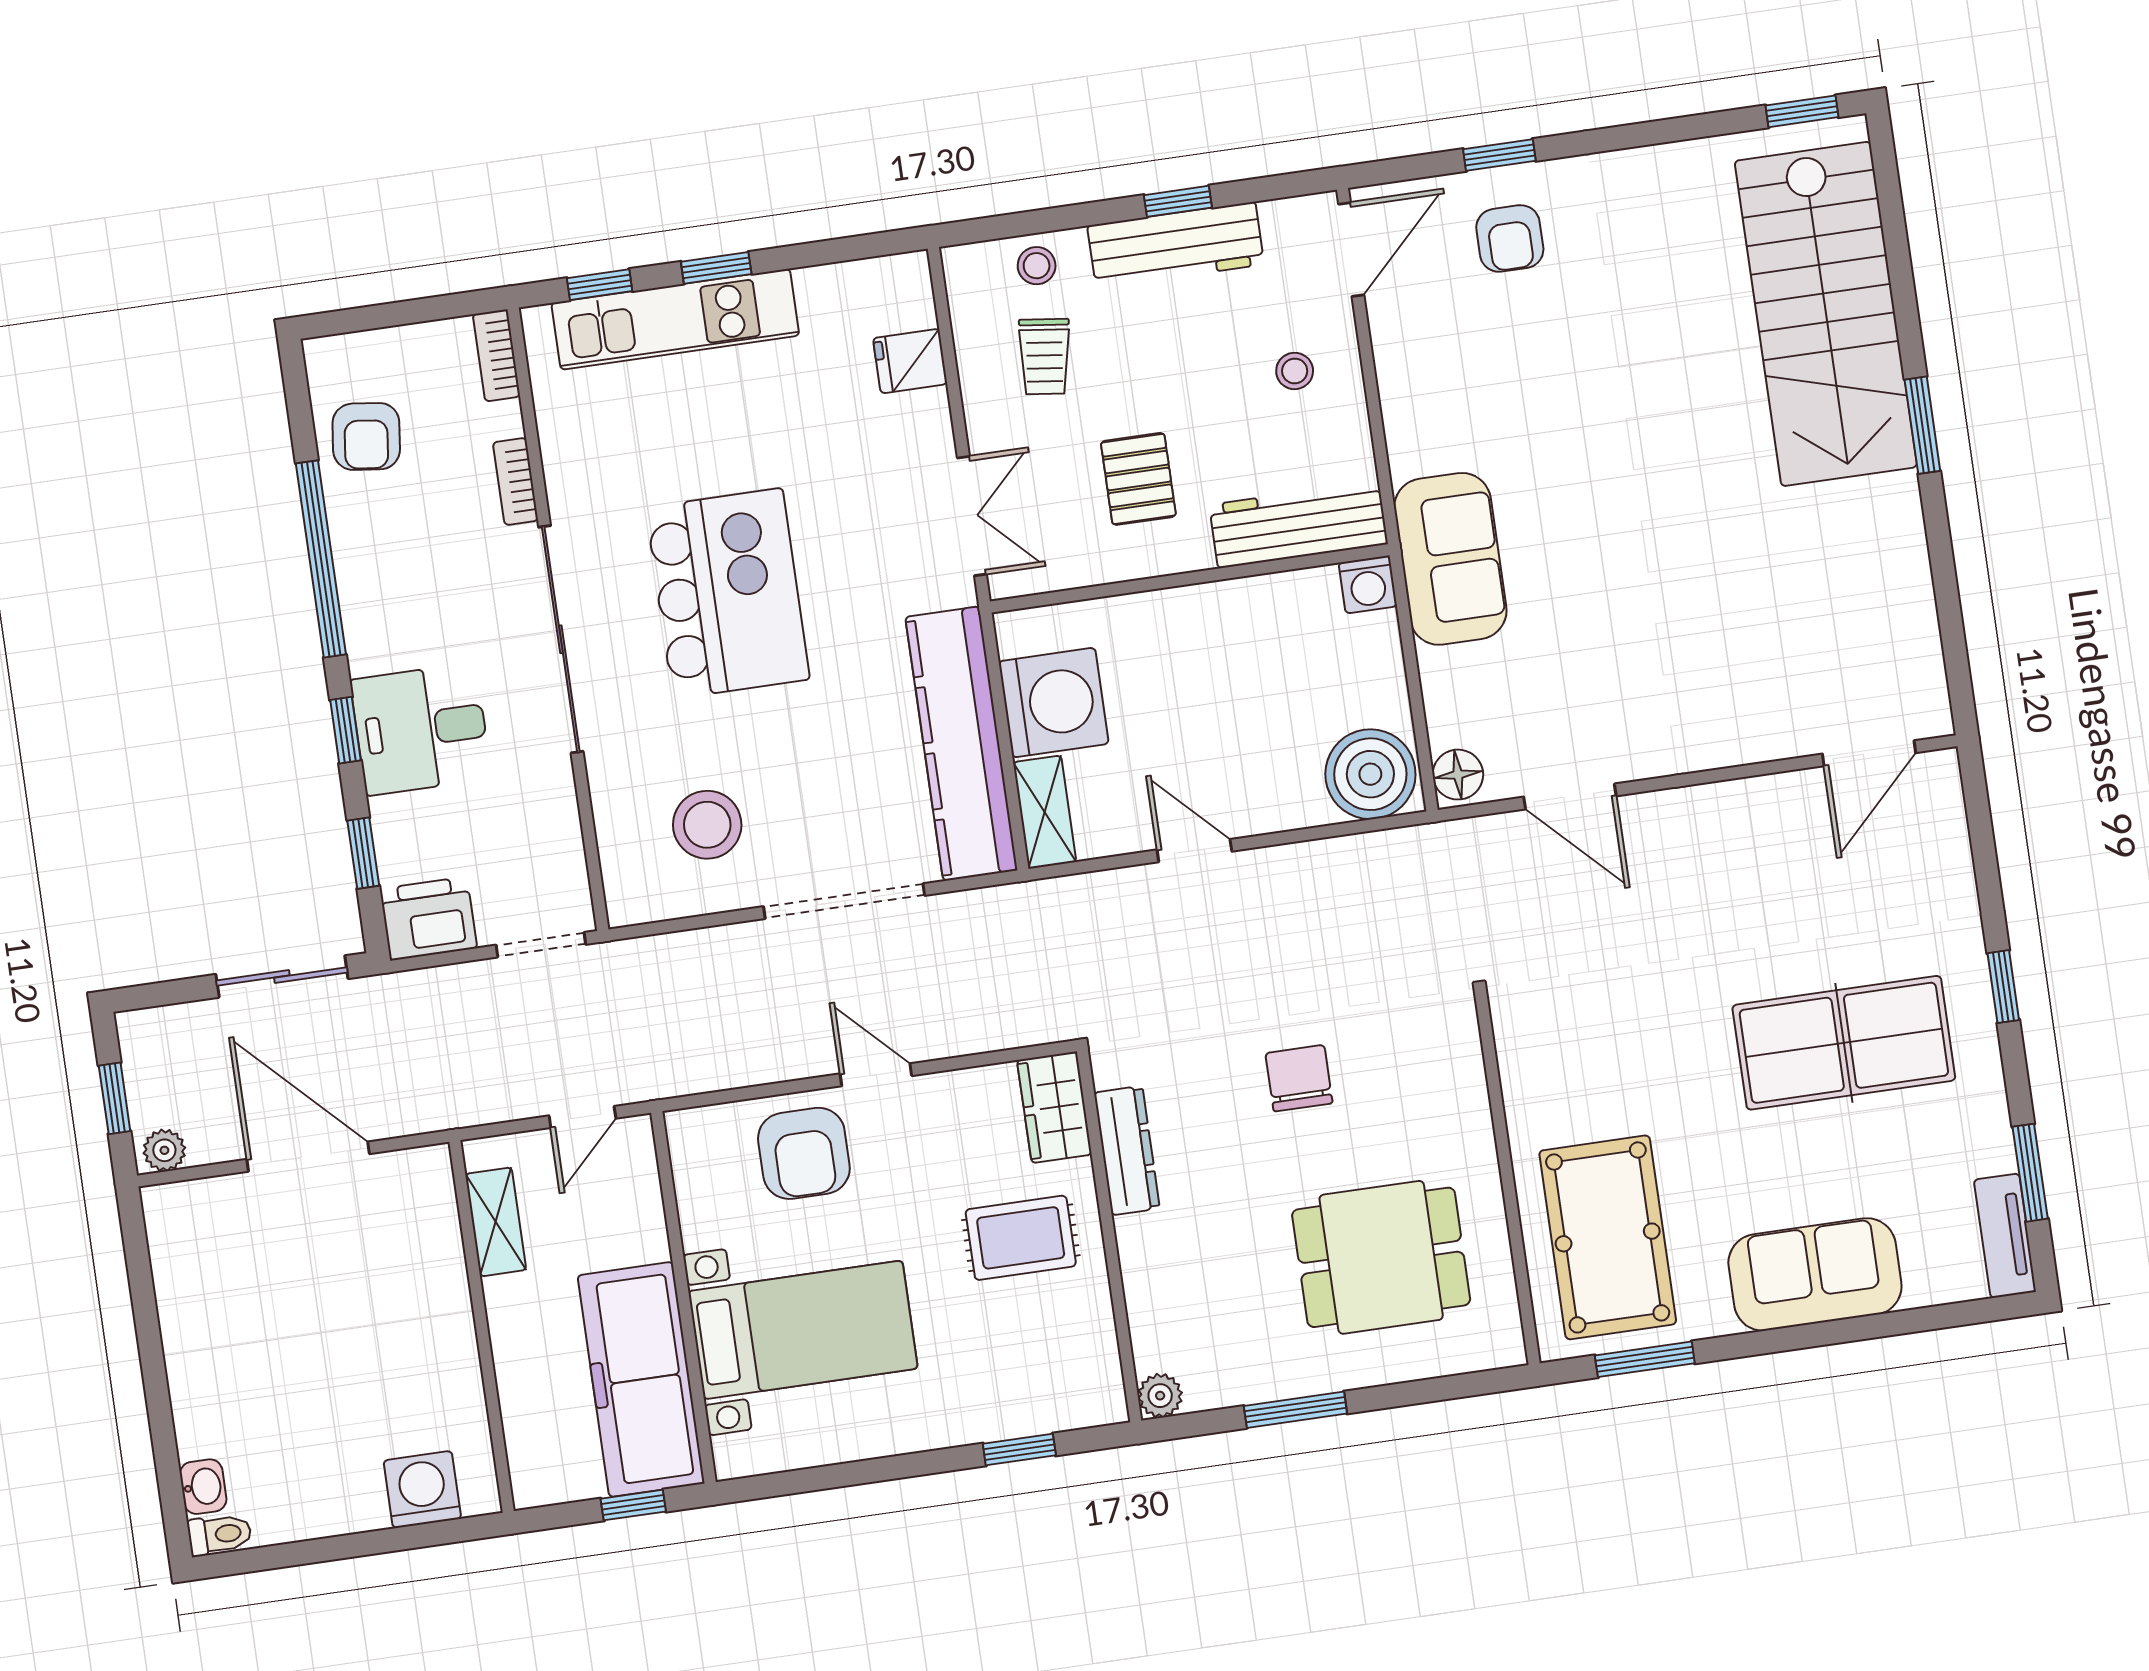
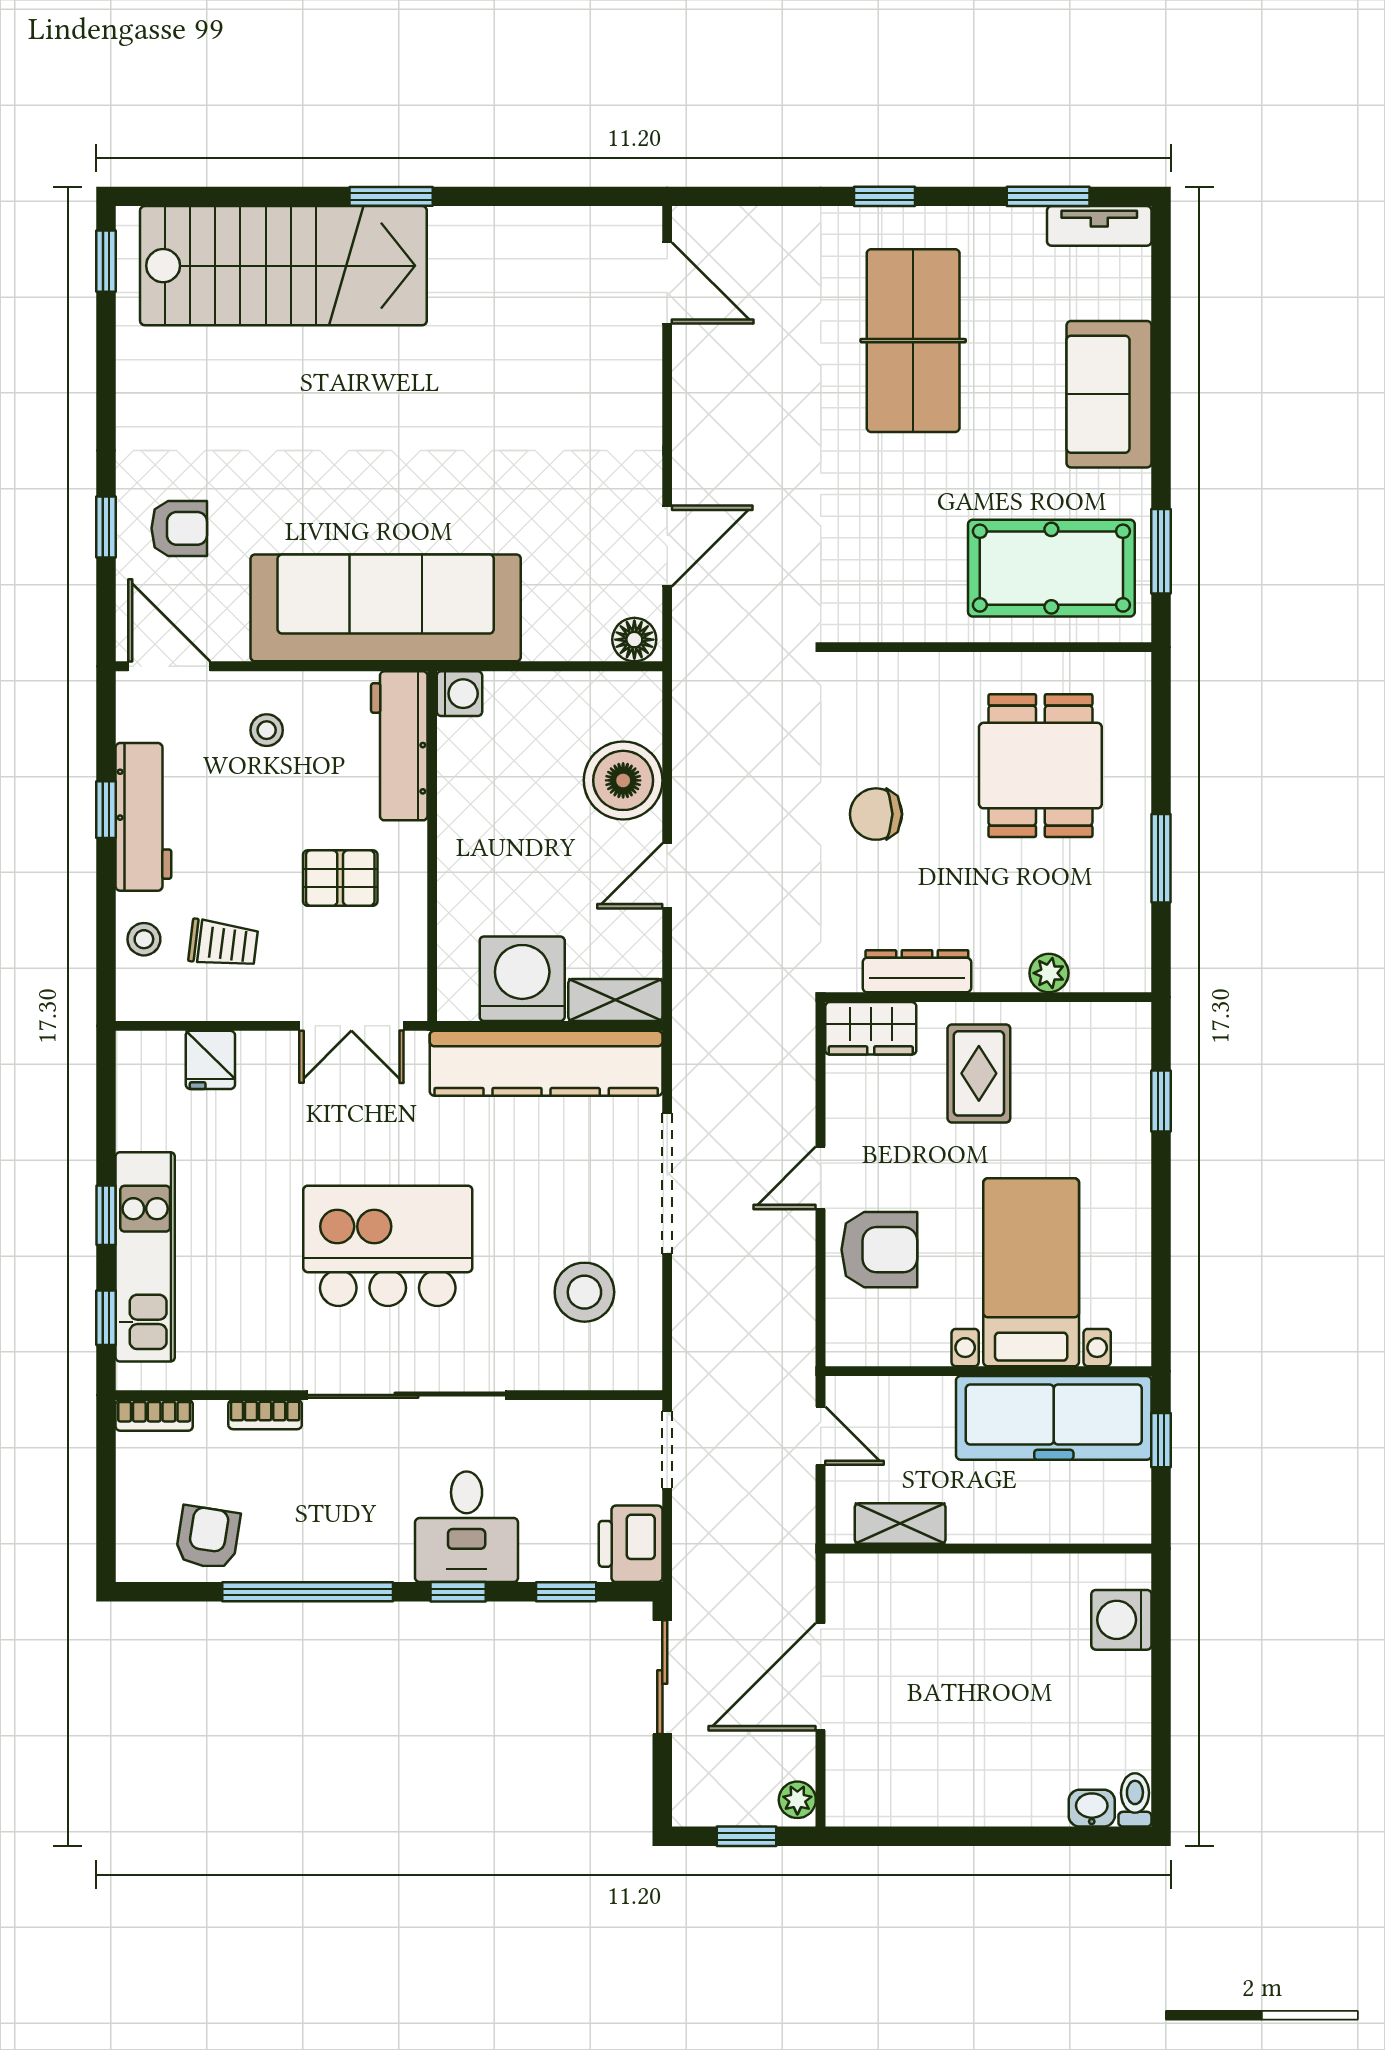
armchair: (366, 436) -> (208, 1538), turned -88
double door: (972, 516) -> (351, 1026), swing flipped
sofa: (1450, 559) -> (386, 608), width x1.85, depth x1.27
boiler: (1370, 774) -> (623, 780), moved
plant: (1160, 1396) -> (1049, 973), moved

